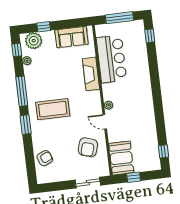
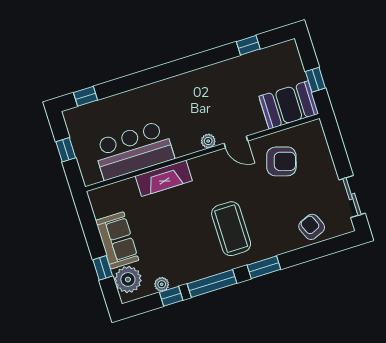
window: (119, 18) -> (66, 150), width x0.46
sofa: (72, 37) -> (117, 240), moved
window: (17, 50) -> (171, 296), moved
door: (105, 122) -> (236, 142), hinge flipped
window: (163, 151) -> (248, 45), moved
sliding door: (88, 183) -> (352, 197), moved

